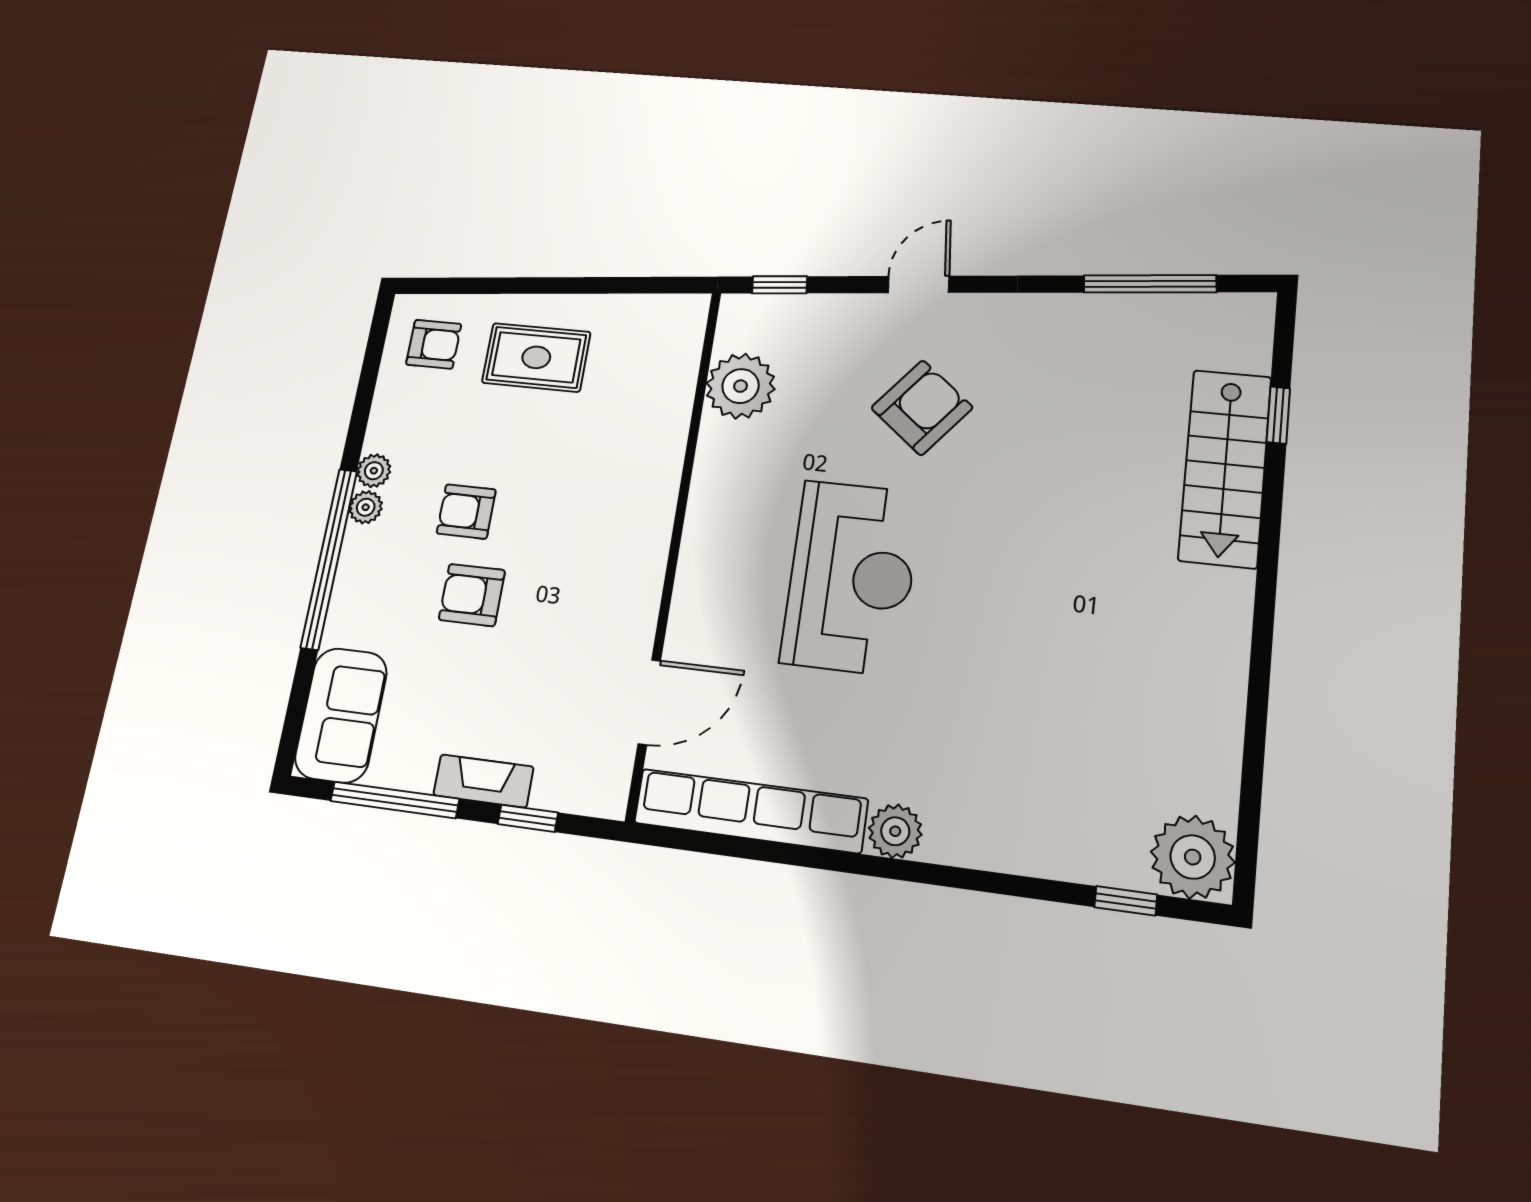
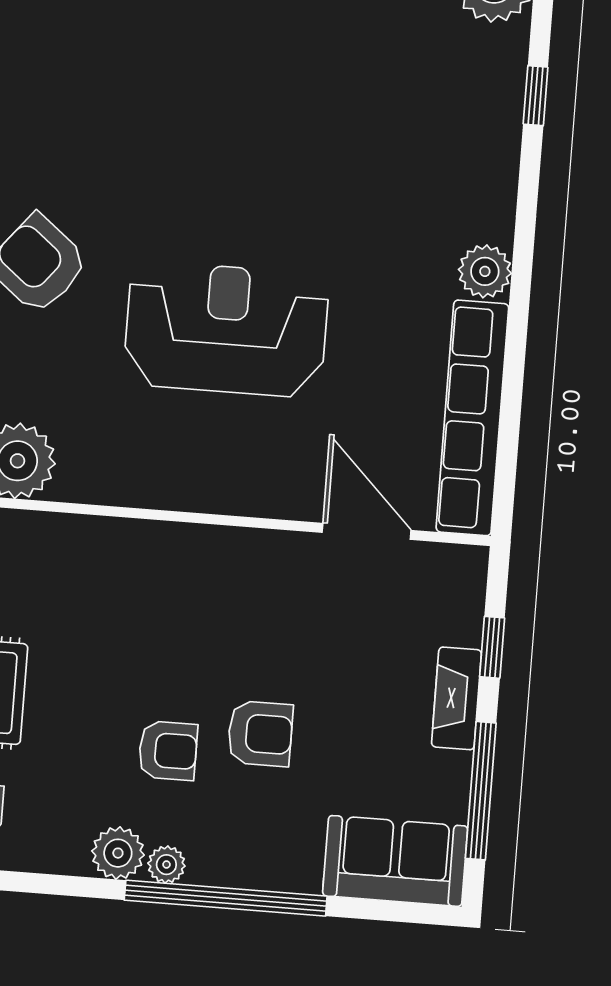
plant: (374, 471) -> (118, 853), width x1.38, depth x1.38
armchair: (466, 511) -> (168, 751), turned -90
armchair: (472, 595) -> (260, 734), turned -90
window: (1126, 901) -> (536, 96), moved

